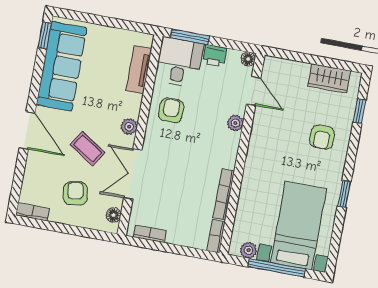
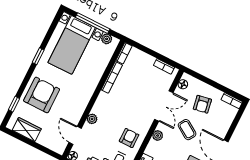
armchair: (171, 111) -> (129, 138), turned 180
armchair: (322, 137) -> (42, 95), width x1.88, depth x1.88

